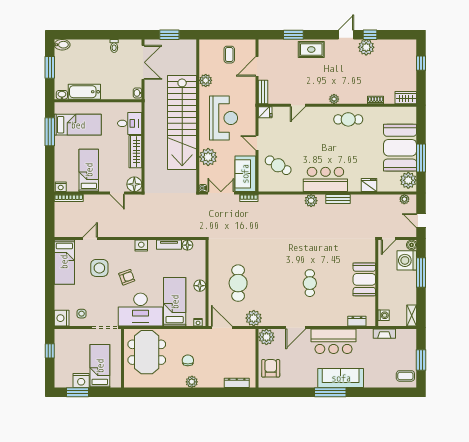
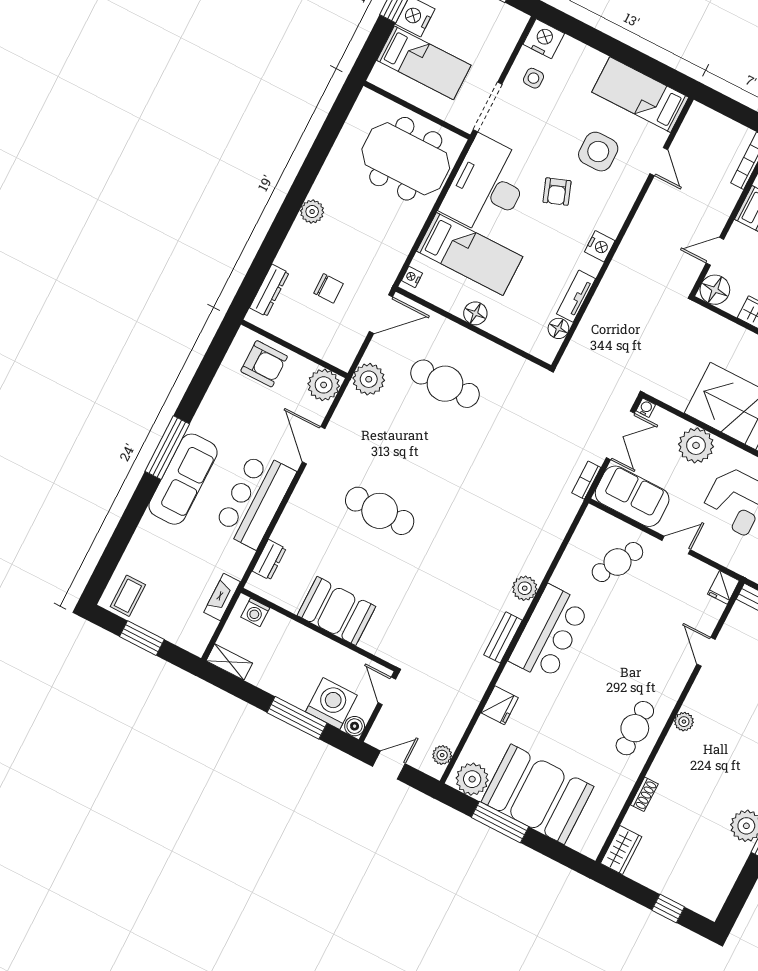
cafe table: (310, 283) -> (380, 511), width x1.37, depth x1.35
chair: (188, 360) -> (328, 288), moved

